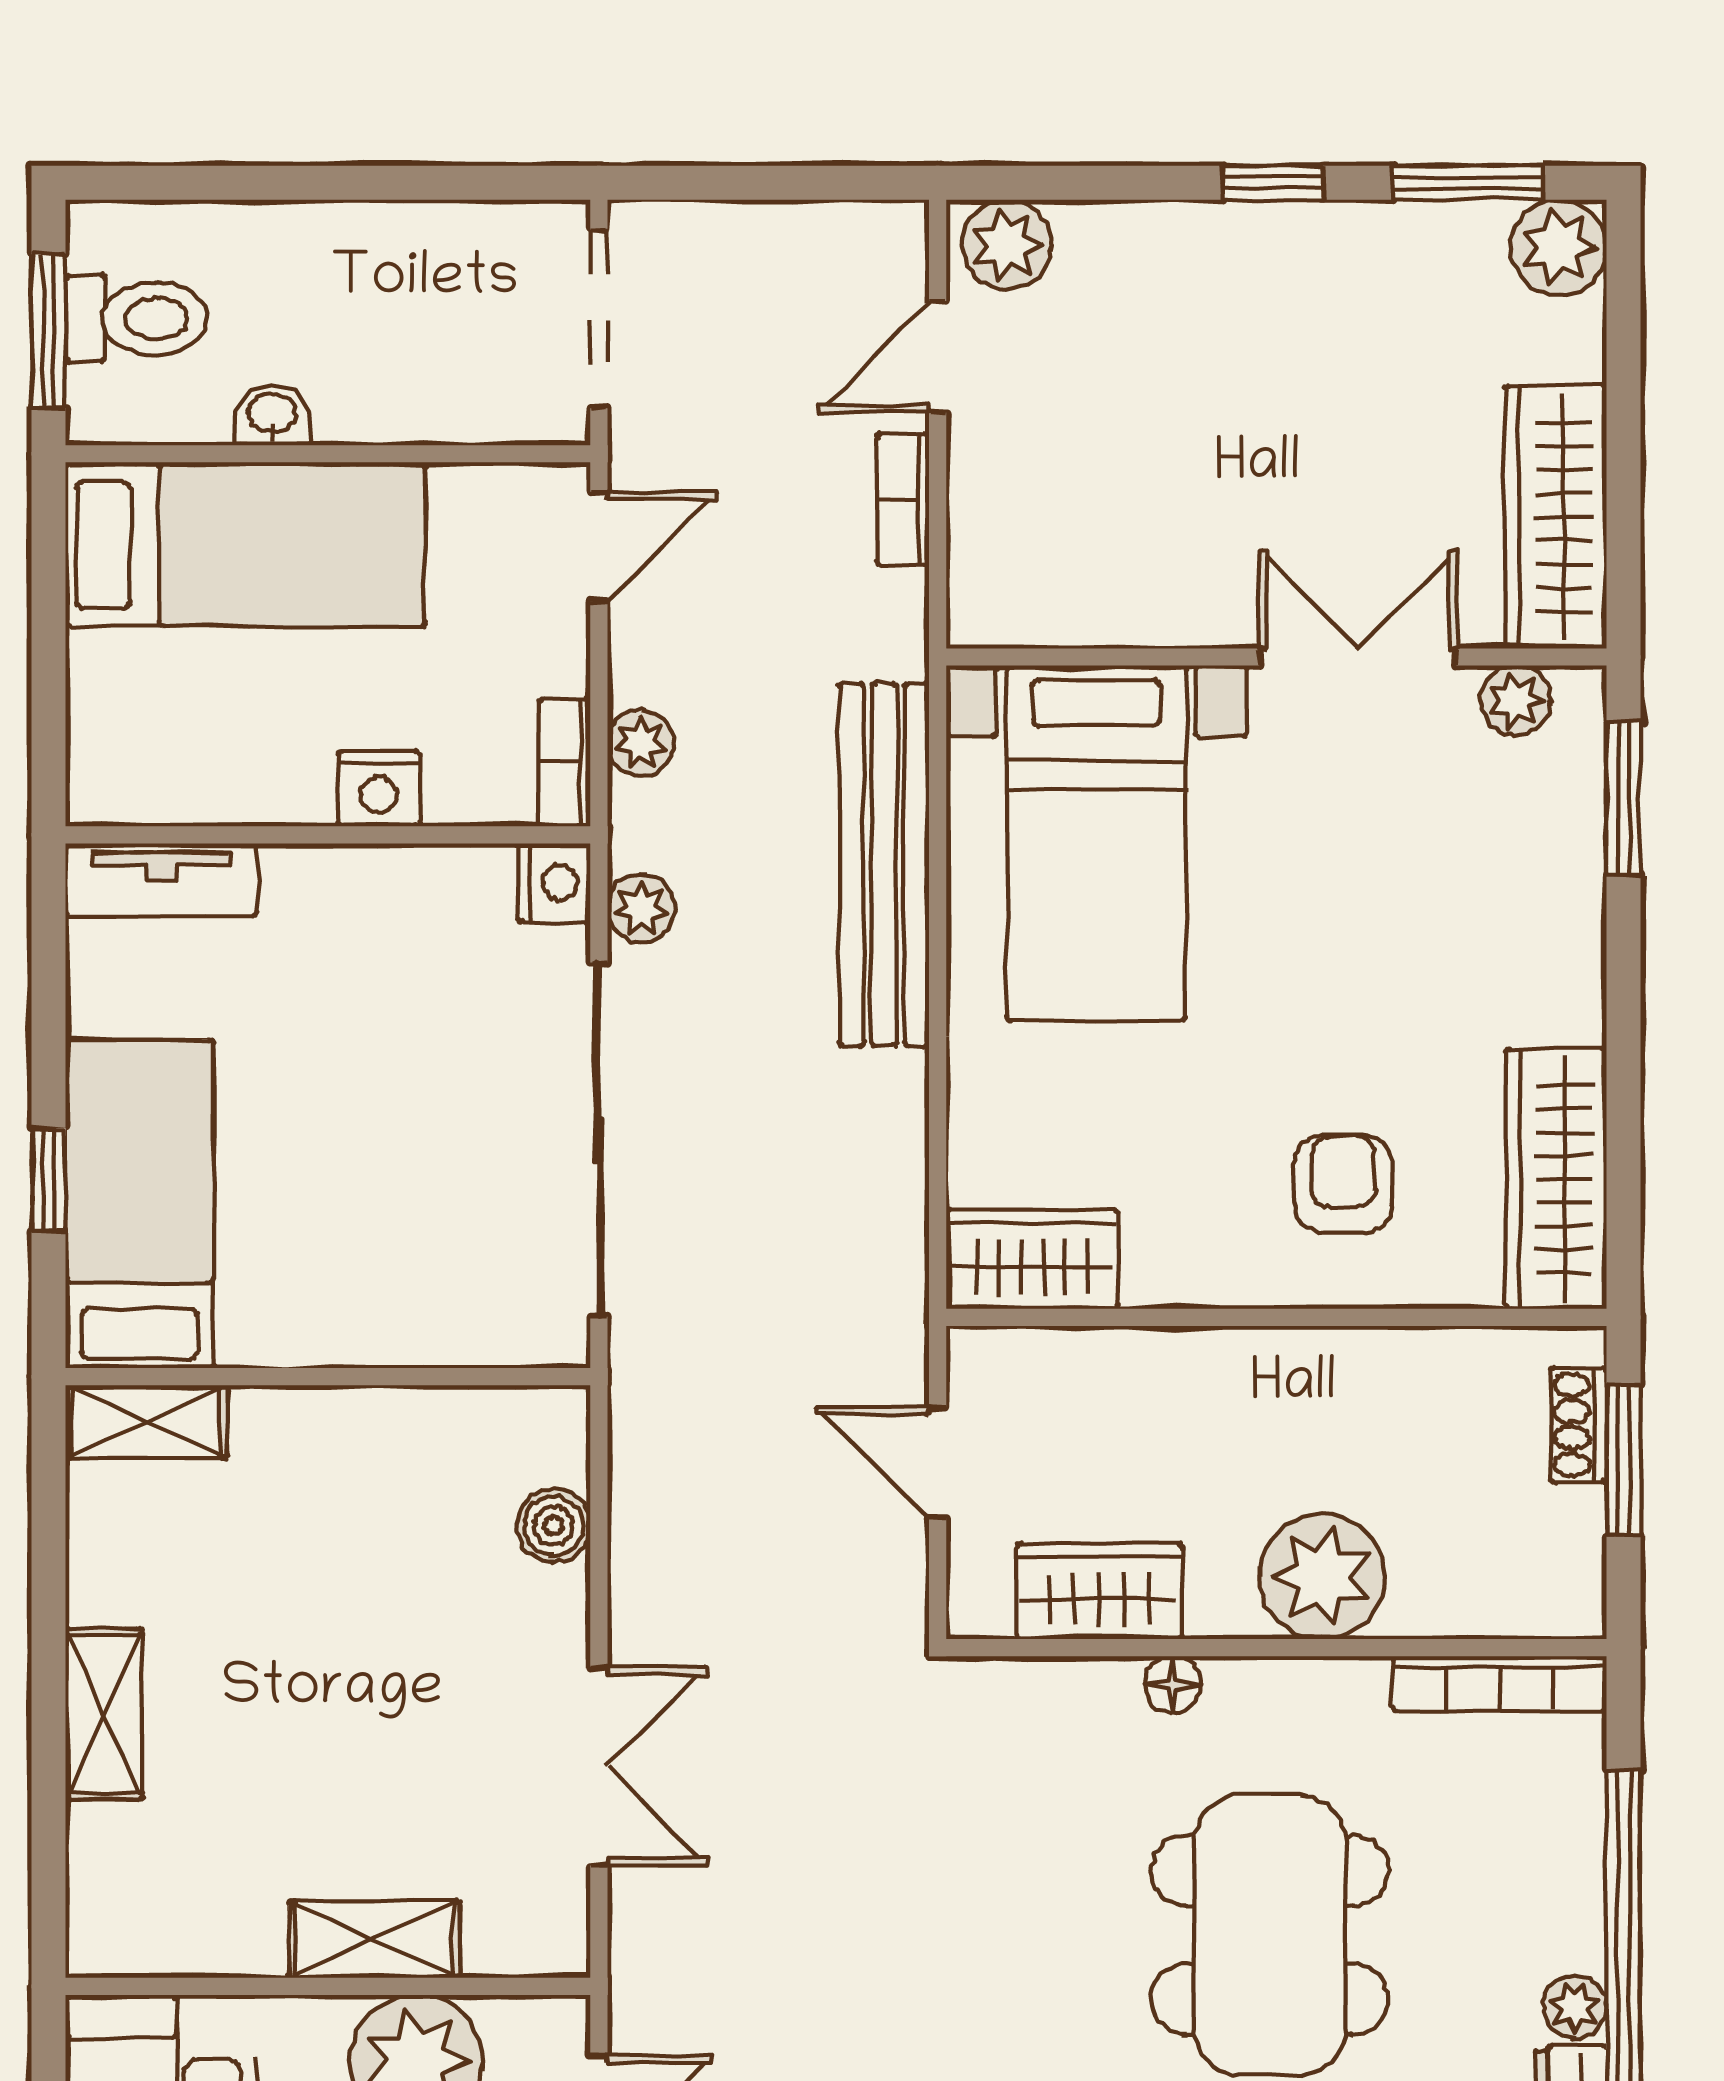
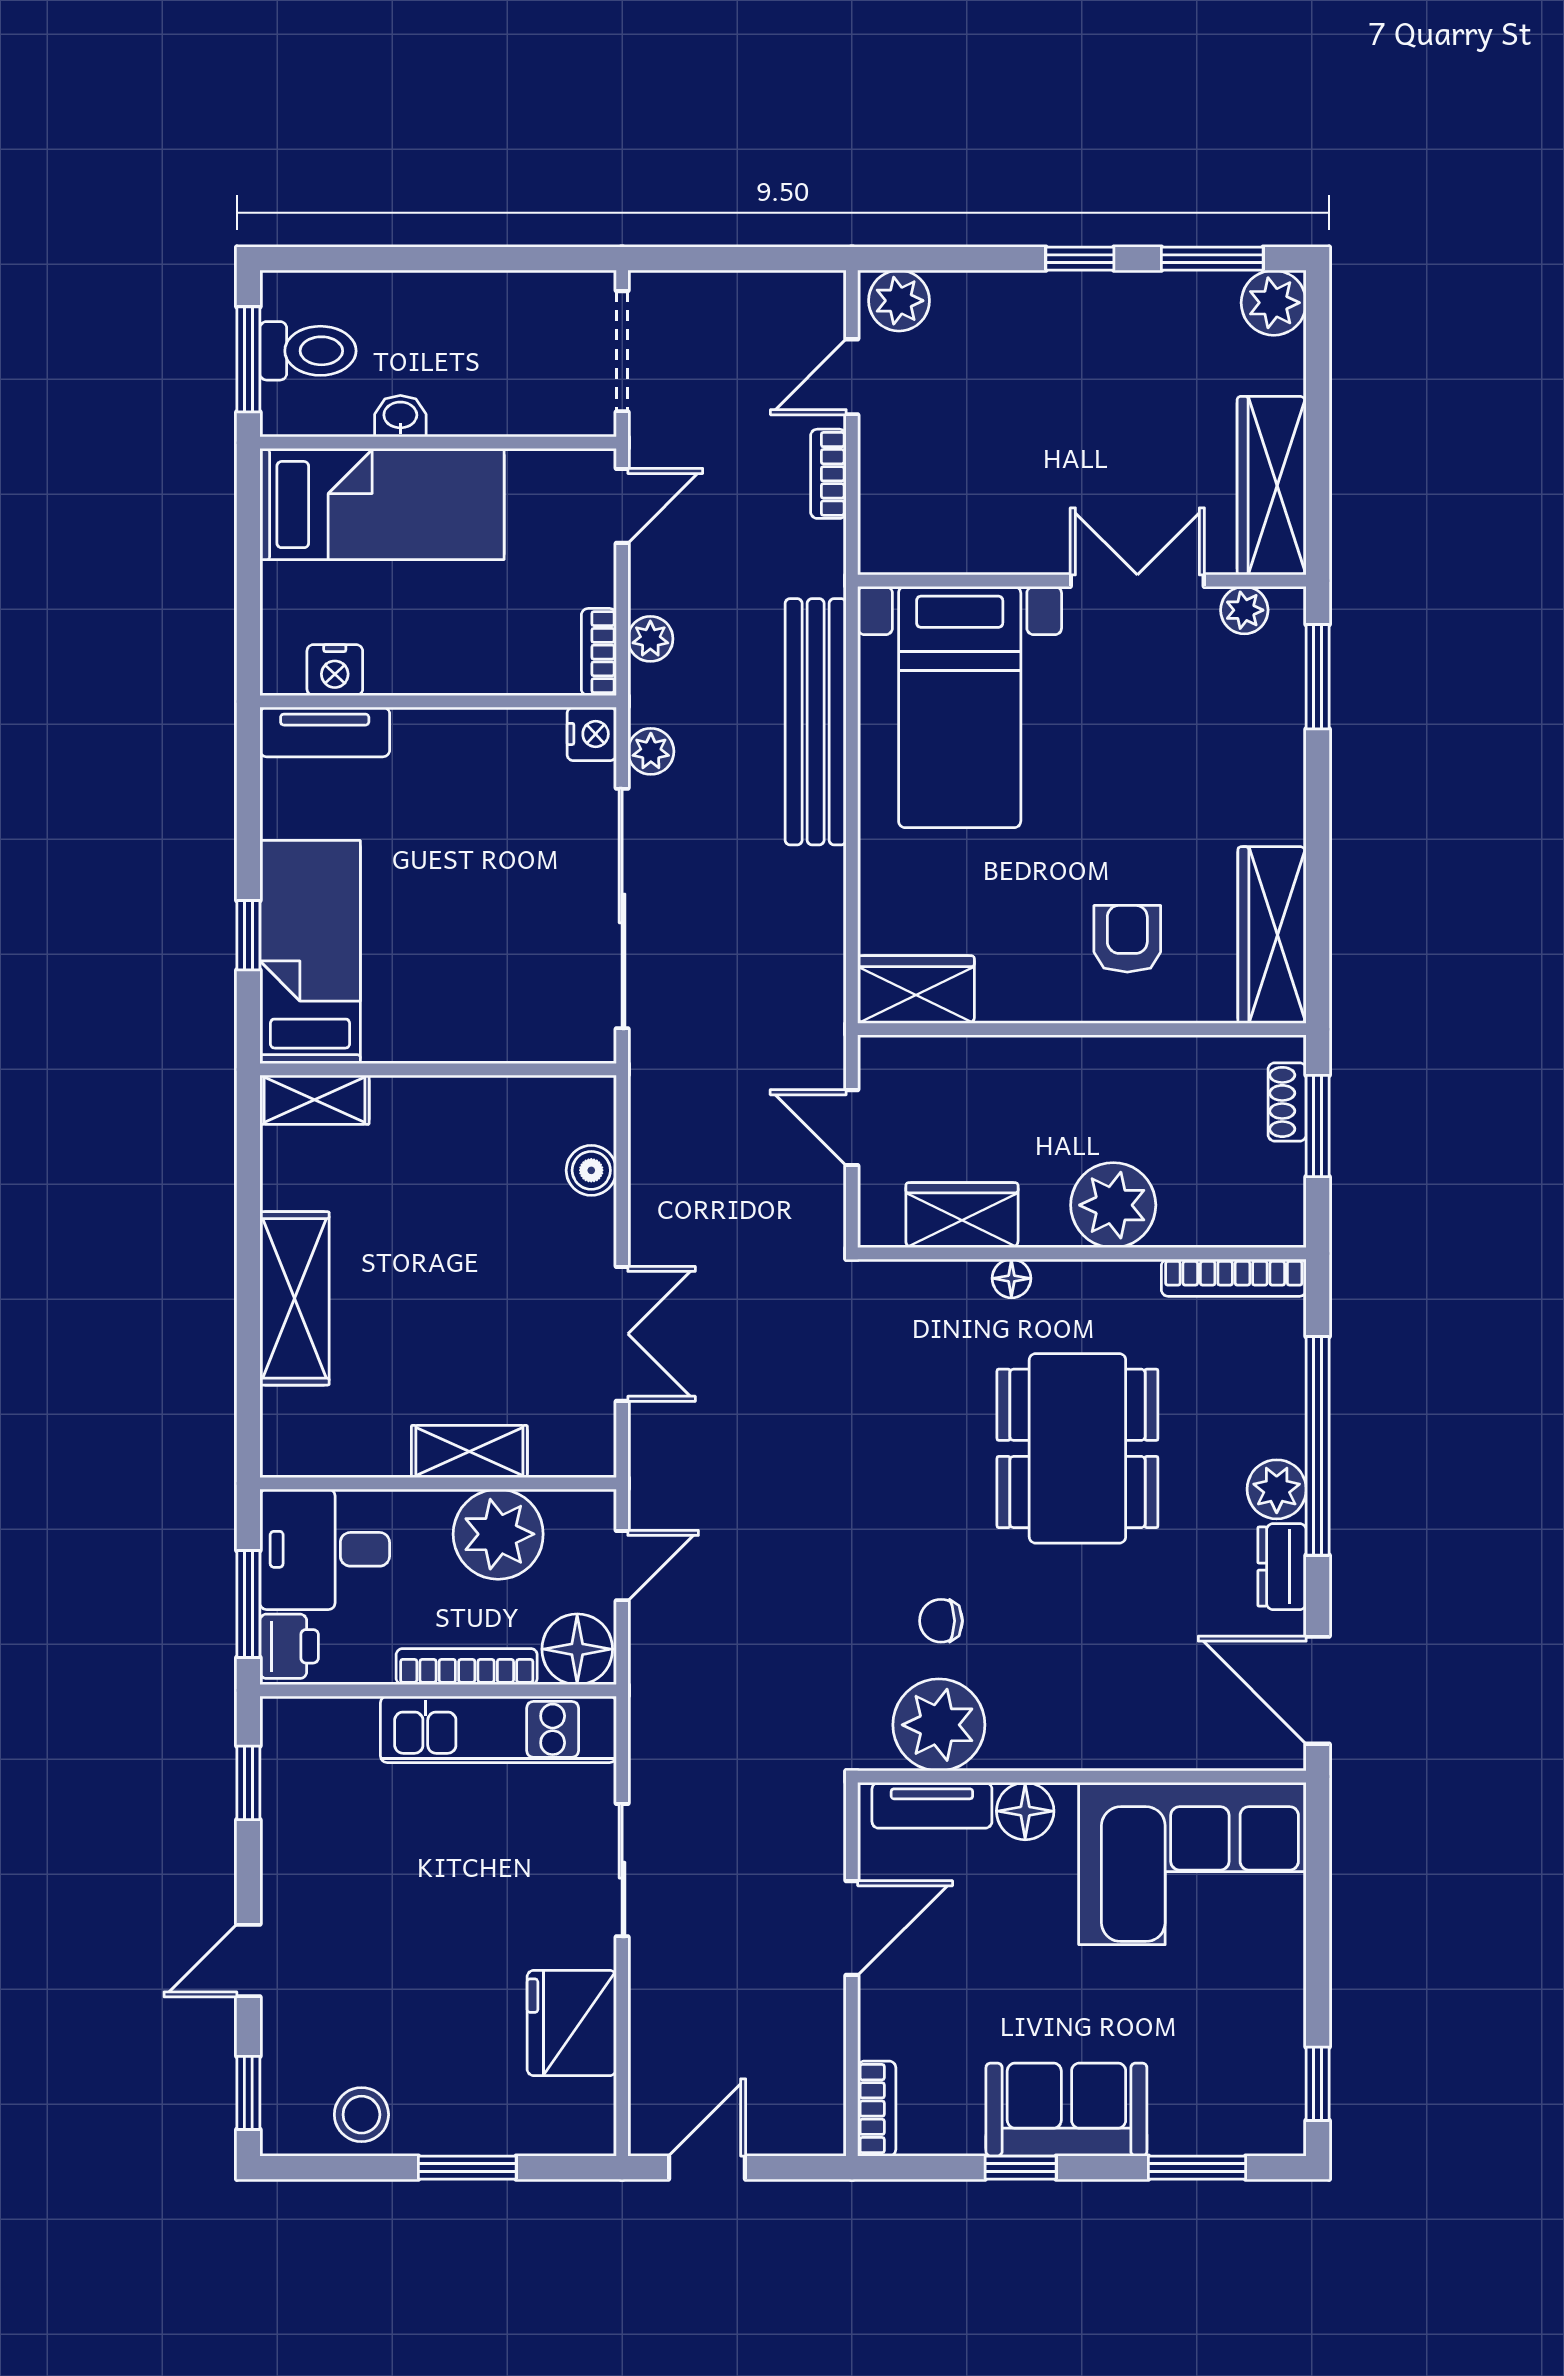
nightstand: (379, 789) -> (335, 670), moved
shelving: (104, 1714) -> (295, 1298), width x1.50, depth x1.33
plant: (1575, 2007) -> (1277, 1489), width x1.38, depth x1.38

